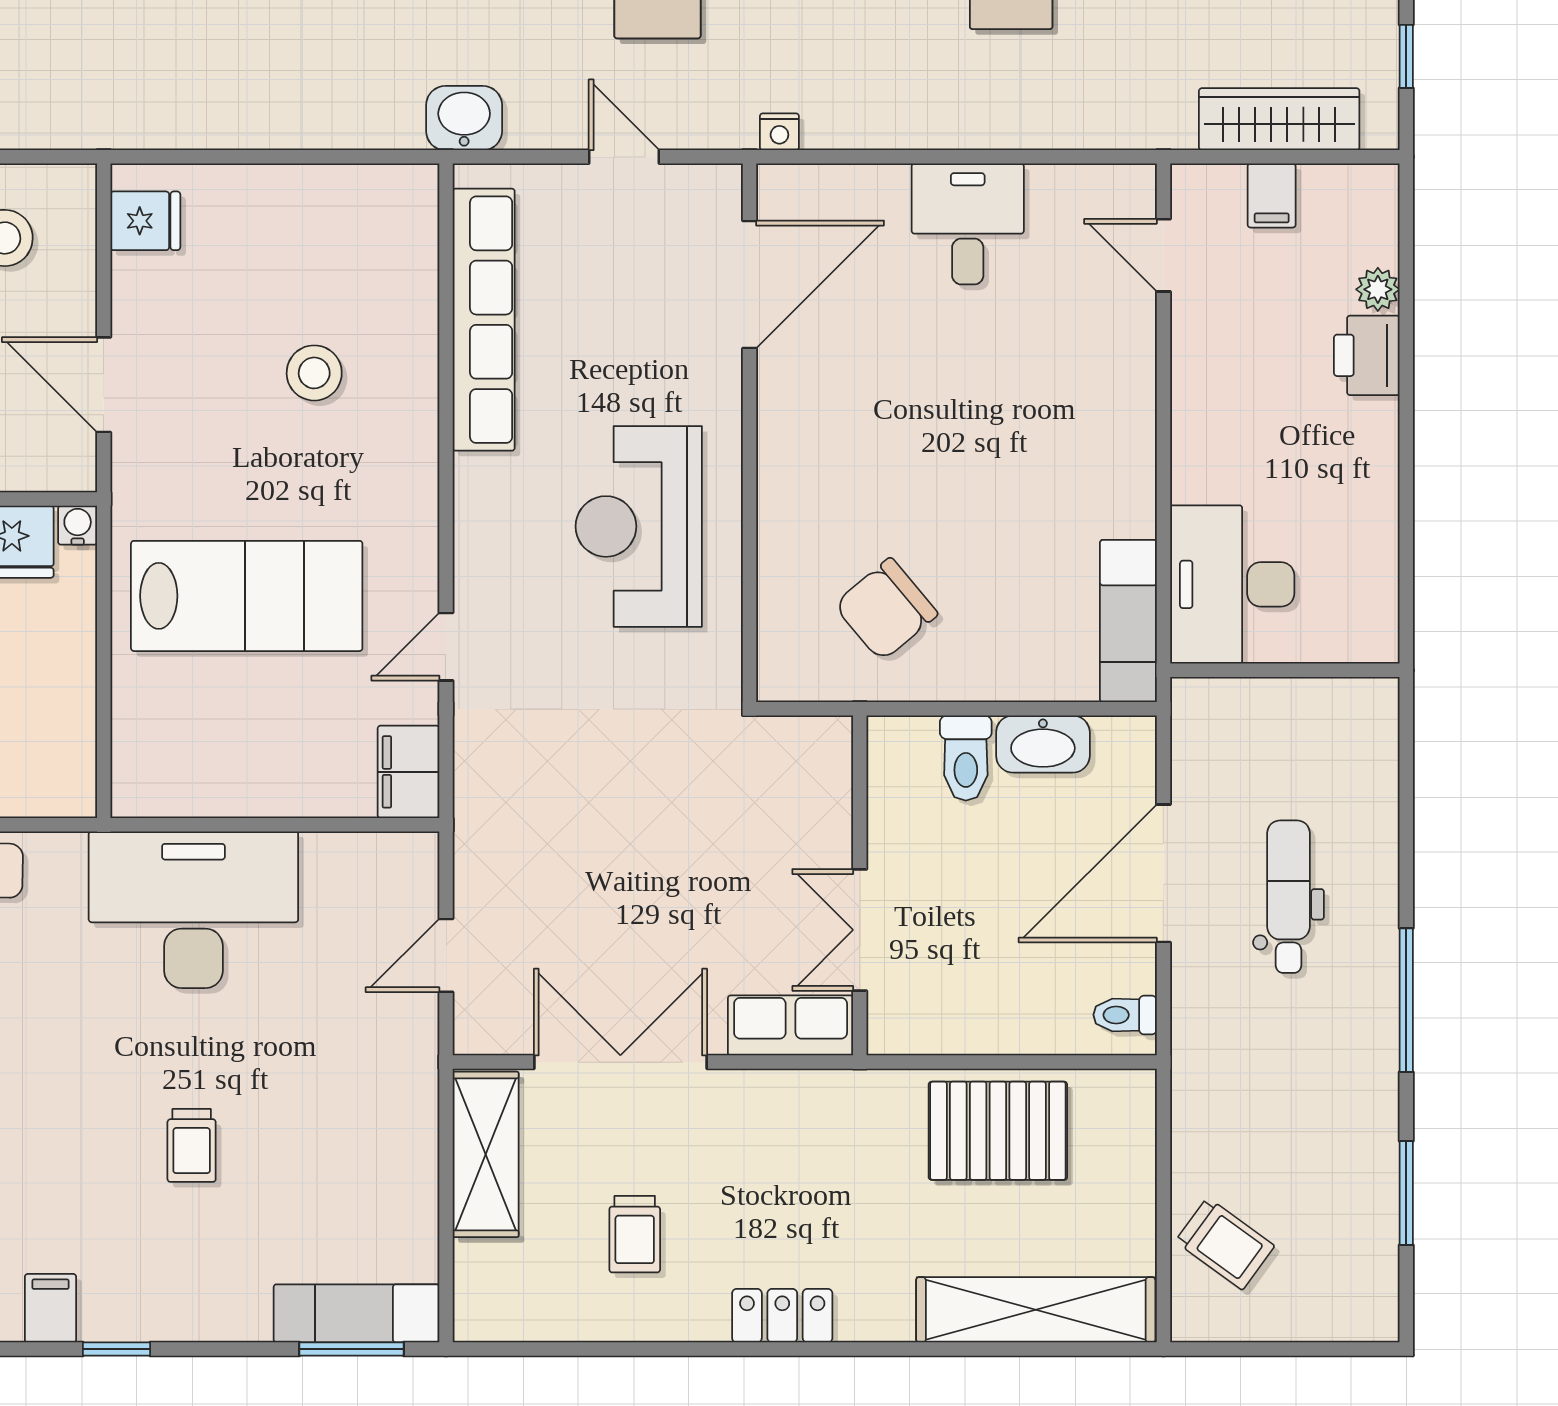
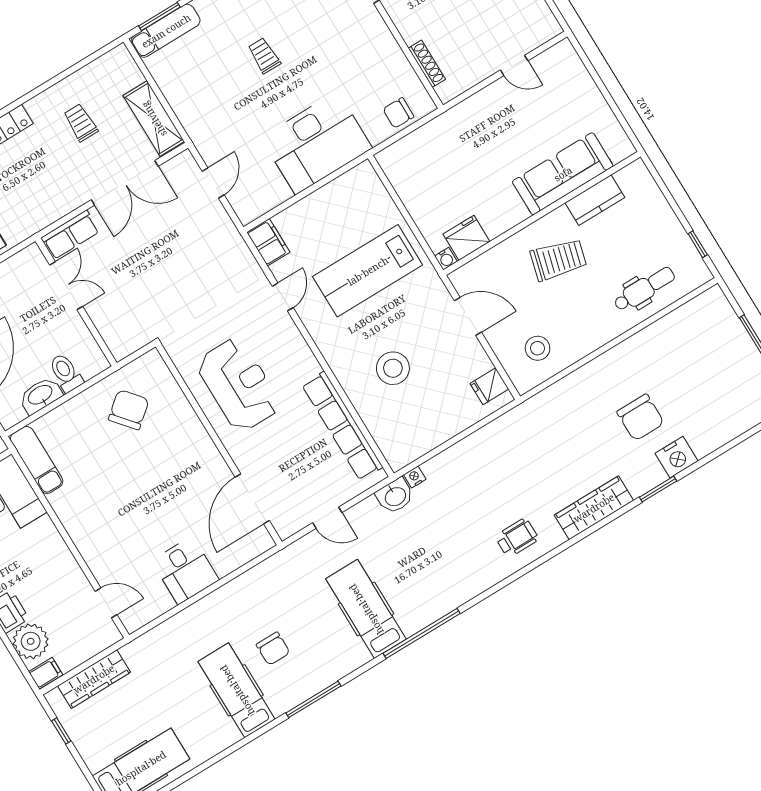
nightstand: (779, 132) -> (415, 477), moved
filing cabinet: (1272, 196) -> (46, 673), moved, turned 90
plant: (1378, 289) -> (31, 641), width x1.87, depth x1.87
stool: (314, 373) -> (393, 368), width x1.38, depth x1.38

